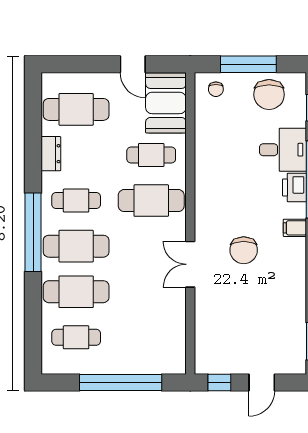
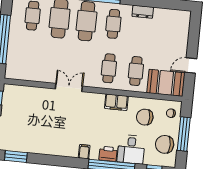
cafe table: (76, 109) -> (167, 29), removed
filing cabinet: (207, 182) -> (116, 102), added
cafe table: (151, 201) -> (109, 68), width x0.73, depth x0.74
chair: (244, 250) -> (145, 117), moved

